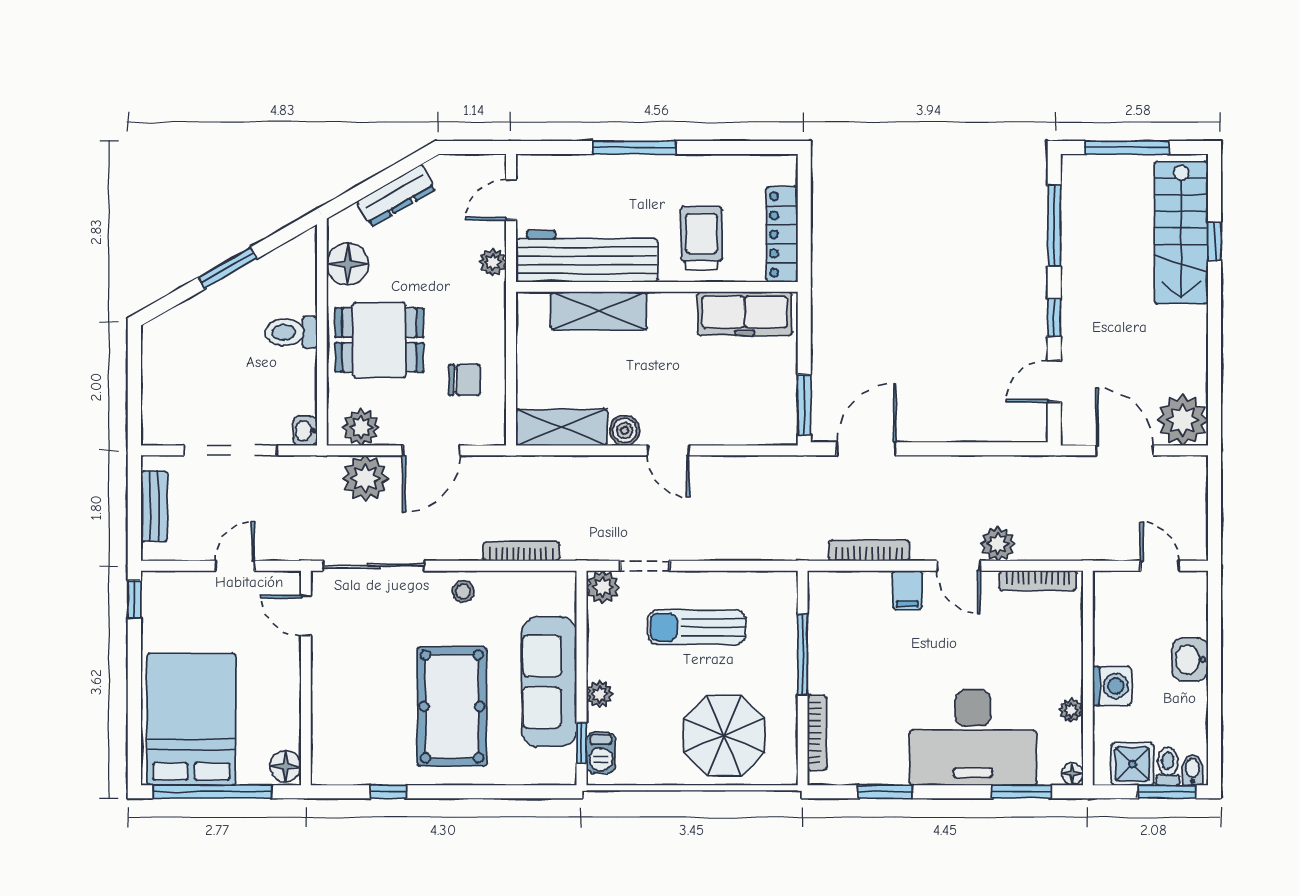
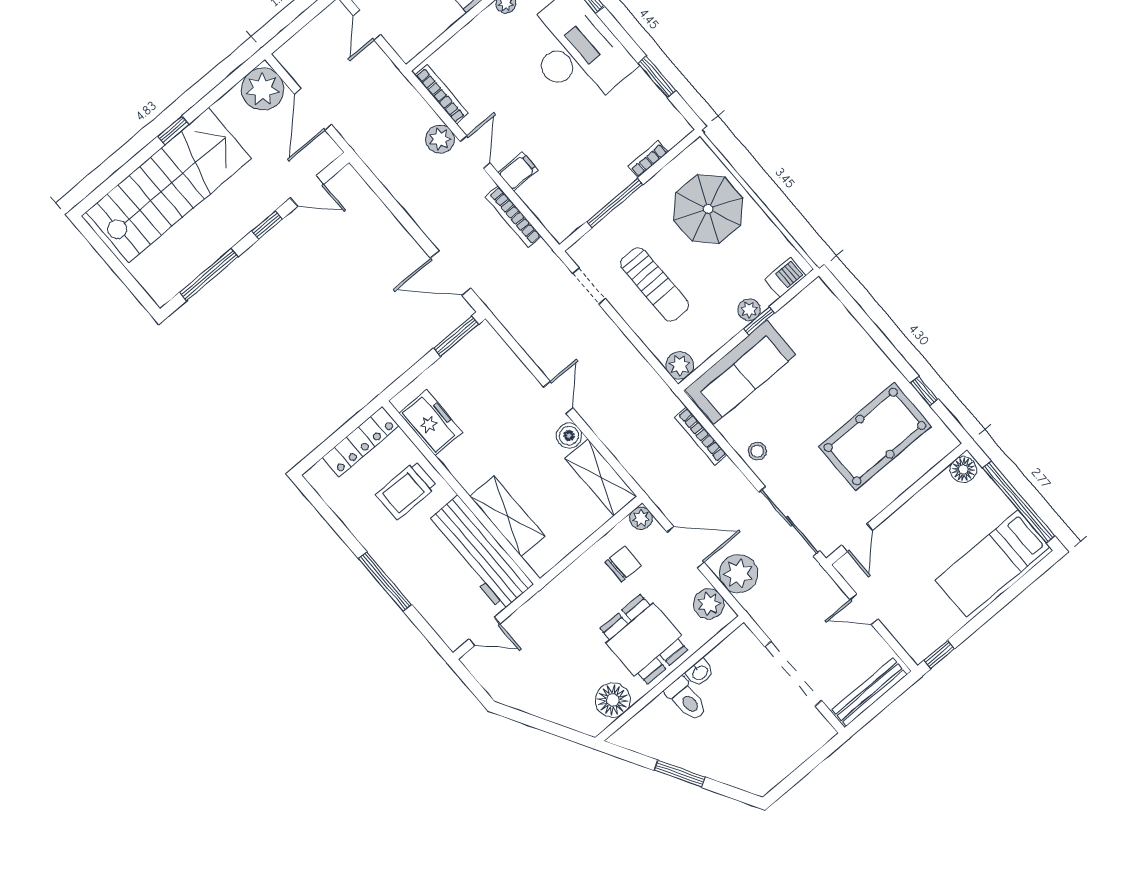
window: (1127, 148) -> (120, 270), removed
dresser: (396, 195) -> (543, 706), removed
stairs: (1181, 233) -> (169, 185), width x1.36, depth x1.51
window: (1214, 241) -> (173, 130), moved
plant: (493, 262) -> (641, 518), moved
freezer: (745, 314) -> (431, 423), width x0.71
chair: (465, 380) -> (623, 564), turned 90
washbasin: (305, 431) -> (700, 672), moved
bench: (154, 506) -> (870, 692), width x1.36
doorway: (645, 566) -> (589, 286), moved
sofa: (549, 682) -> (740, 372), moved
pool table: (452, 706) -> (875, 437), moved
bed: (191, 719) -> (992, 564), width x0.67
bookcase: (817, 733) -> (648, 159), width x0.64
window: (581, 743) -> (759, 321), moved

